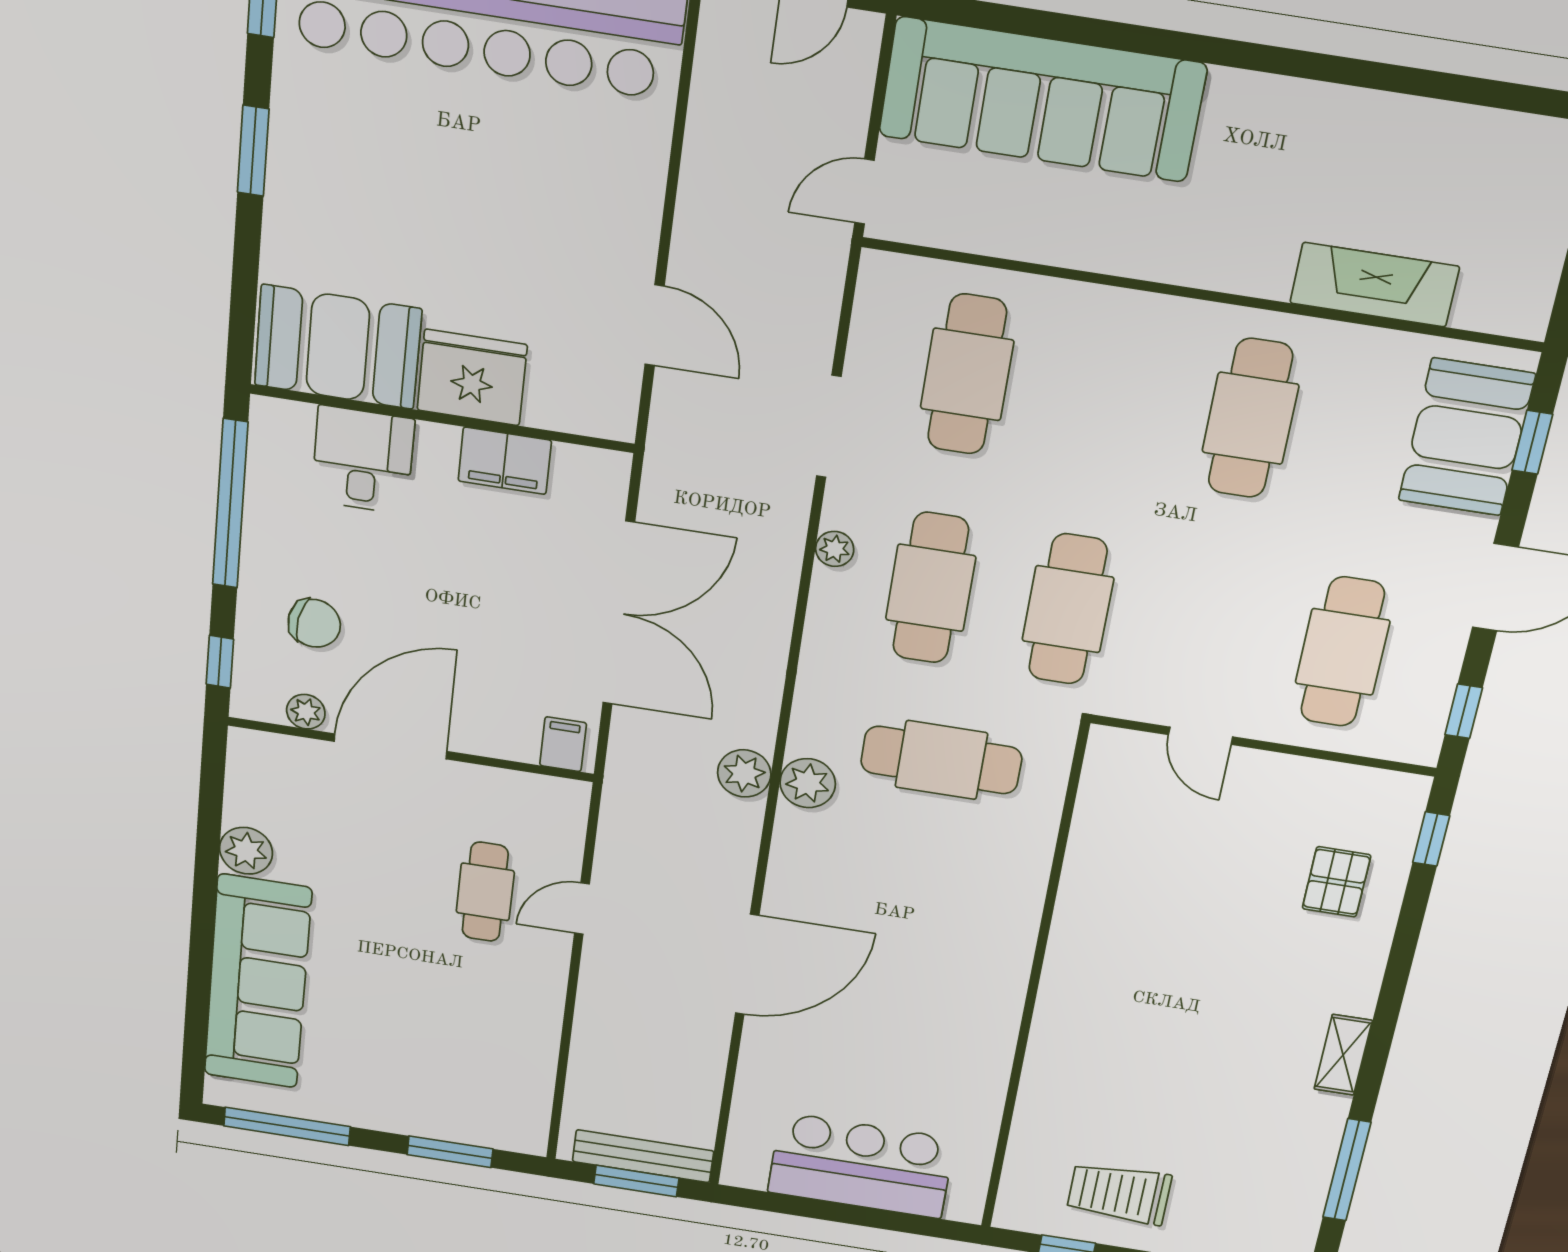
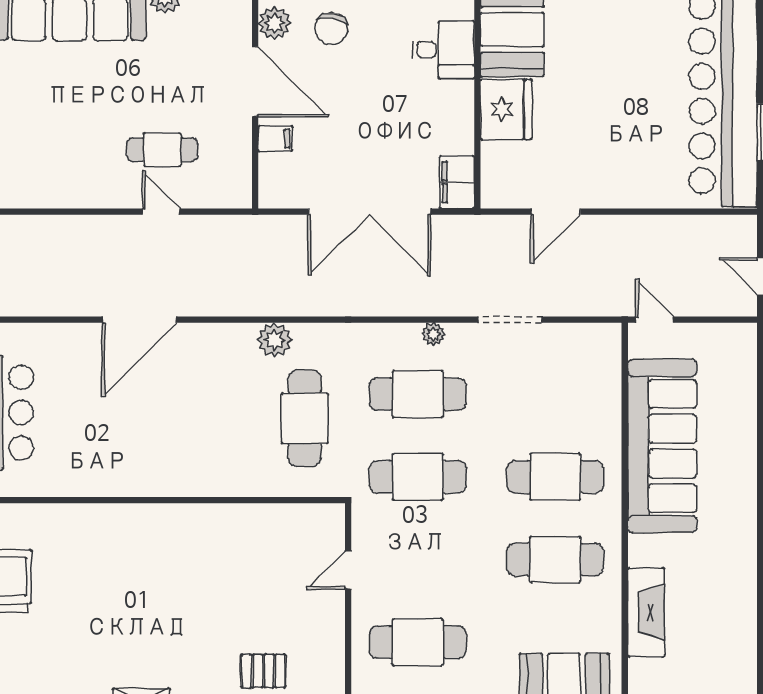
sofa: (1042, 100) -> (662, 446), moved, turned 180
cafe table: (967, 374) -> (555, 477), moved
filing cabinet: (505, 461) -> (457, 182), moved
plant: (306, 712) -> (274, 23), width x1.38, depth x1.38
filing cabinet: (563, 744) -> (275, 139), moved
plant: (744, 773) -> (274, 300), removed
door: (747, 965) -> (139, 320), hinge flipped

